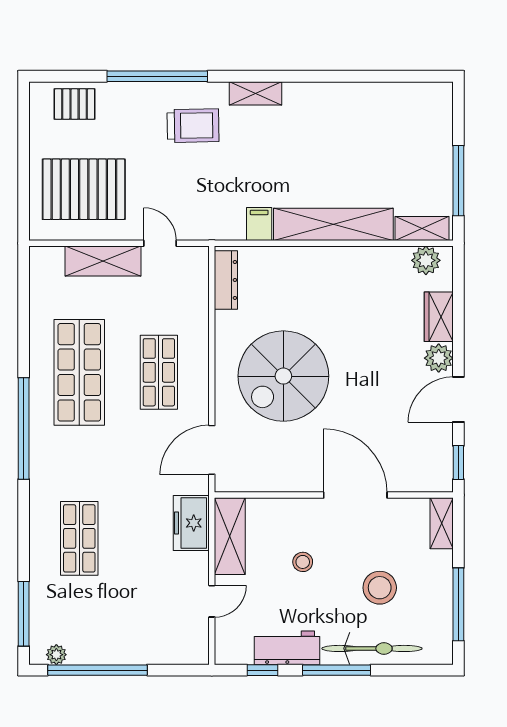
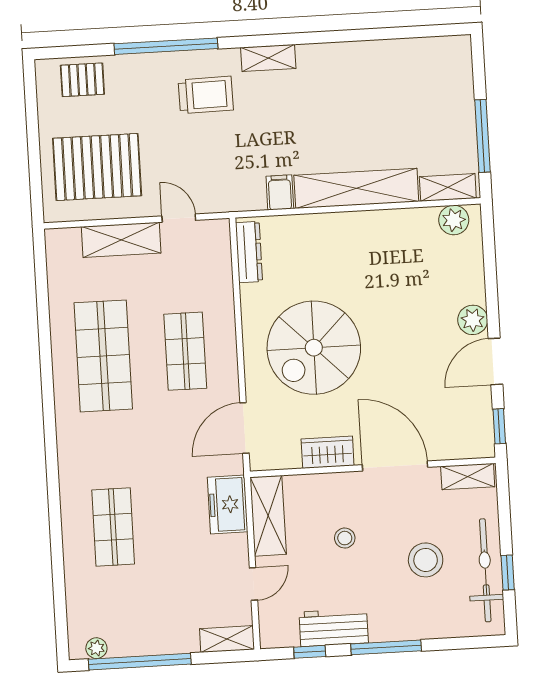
wardrobe: (439, 317) -> (328, 452), moved, turned 90
window: (24, 428) -> (49, 417), removed
shelving: (442, 523) -> (468, 476), moved, turned 90
window: (458, 604) -> (508, 572), width x0.46
window: (24, 614) -> (60, 608), removed
bicycle: (372, 648) -> (485, 570), moved, turned -90
shelving: (183, 653) -> (227, 639), added

